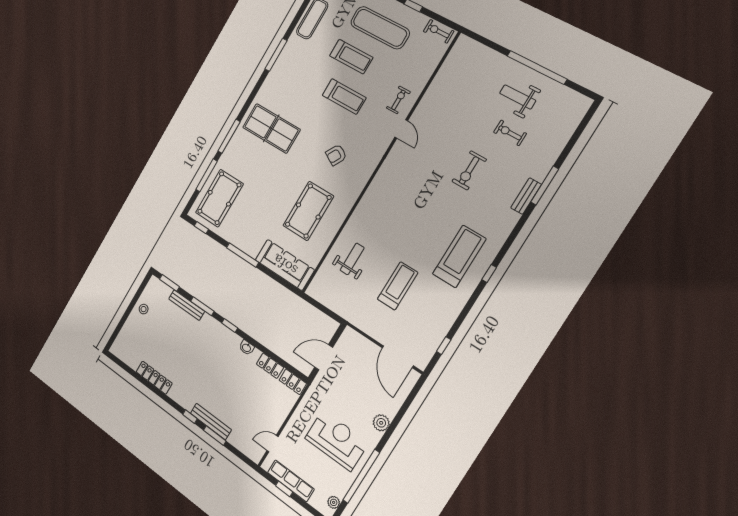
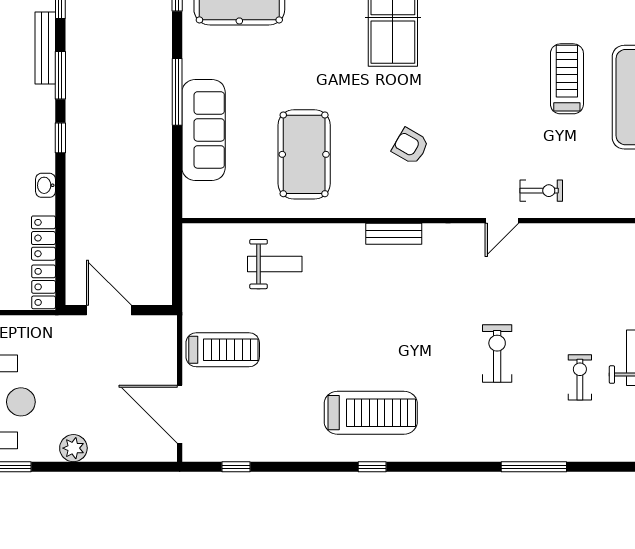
treadmill: (351, 57) -> (567, 79), turned 180
treadmill: (344, 97) -> (502, 105), removed
exercise bike: (469, 170) -> (497, 354), turned 90
bench: (526, 196) -> (394, 234), moved
pool table: (308, 211) -> (304, 154), turned 90
sofa: (285, 265) -> (204, 130), moved
treadmill: (398, 286) -> (223, 350), moved
door: (398, 357) -> (180, 414), hinge flipped

